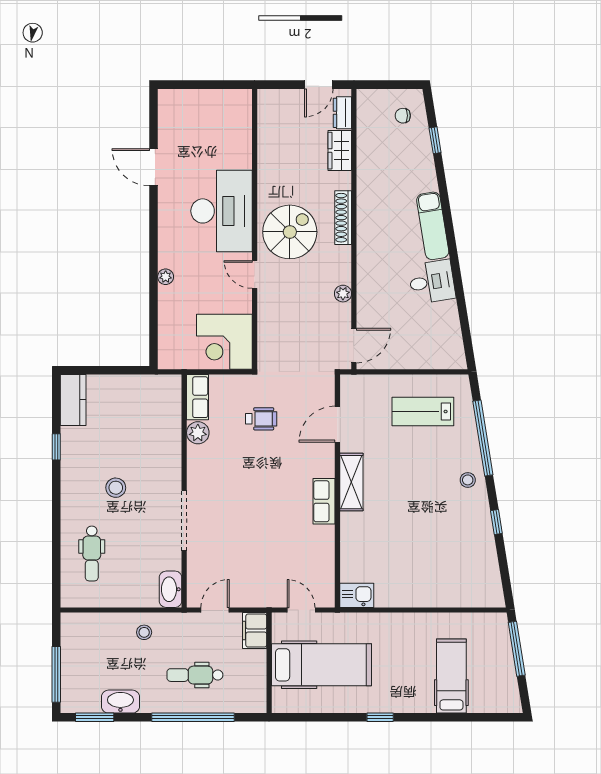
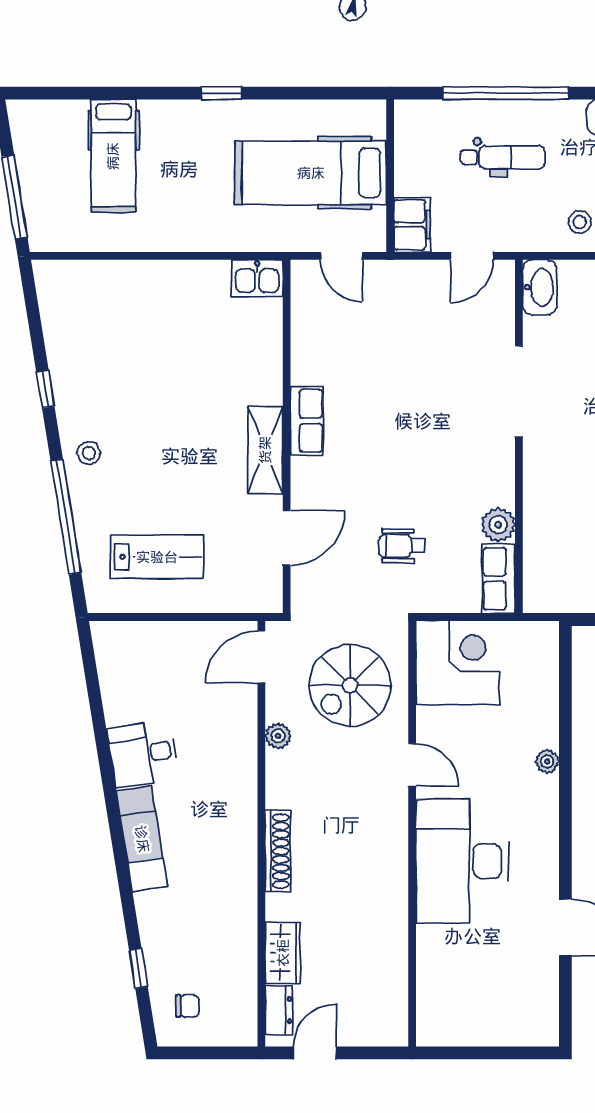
spiral stairs: (290, 232) -> (350, 685), moved

